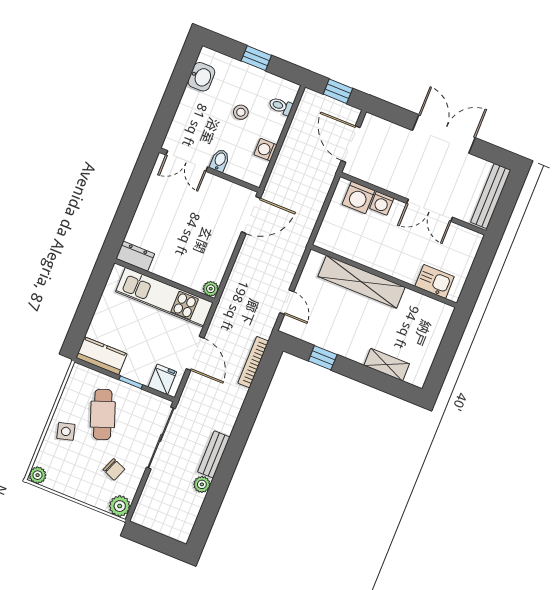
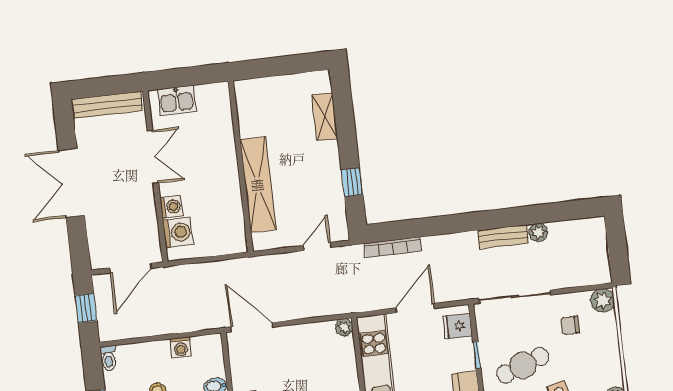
toilet: (281, 106) -> (108, 358), moved
kitchen sink: (435, 281) -> (177, 100), moved, turned -90
chair: (114, 469) -> (570, 325), turned -112

